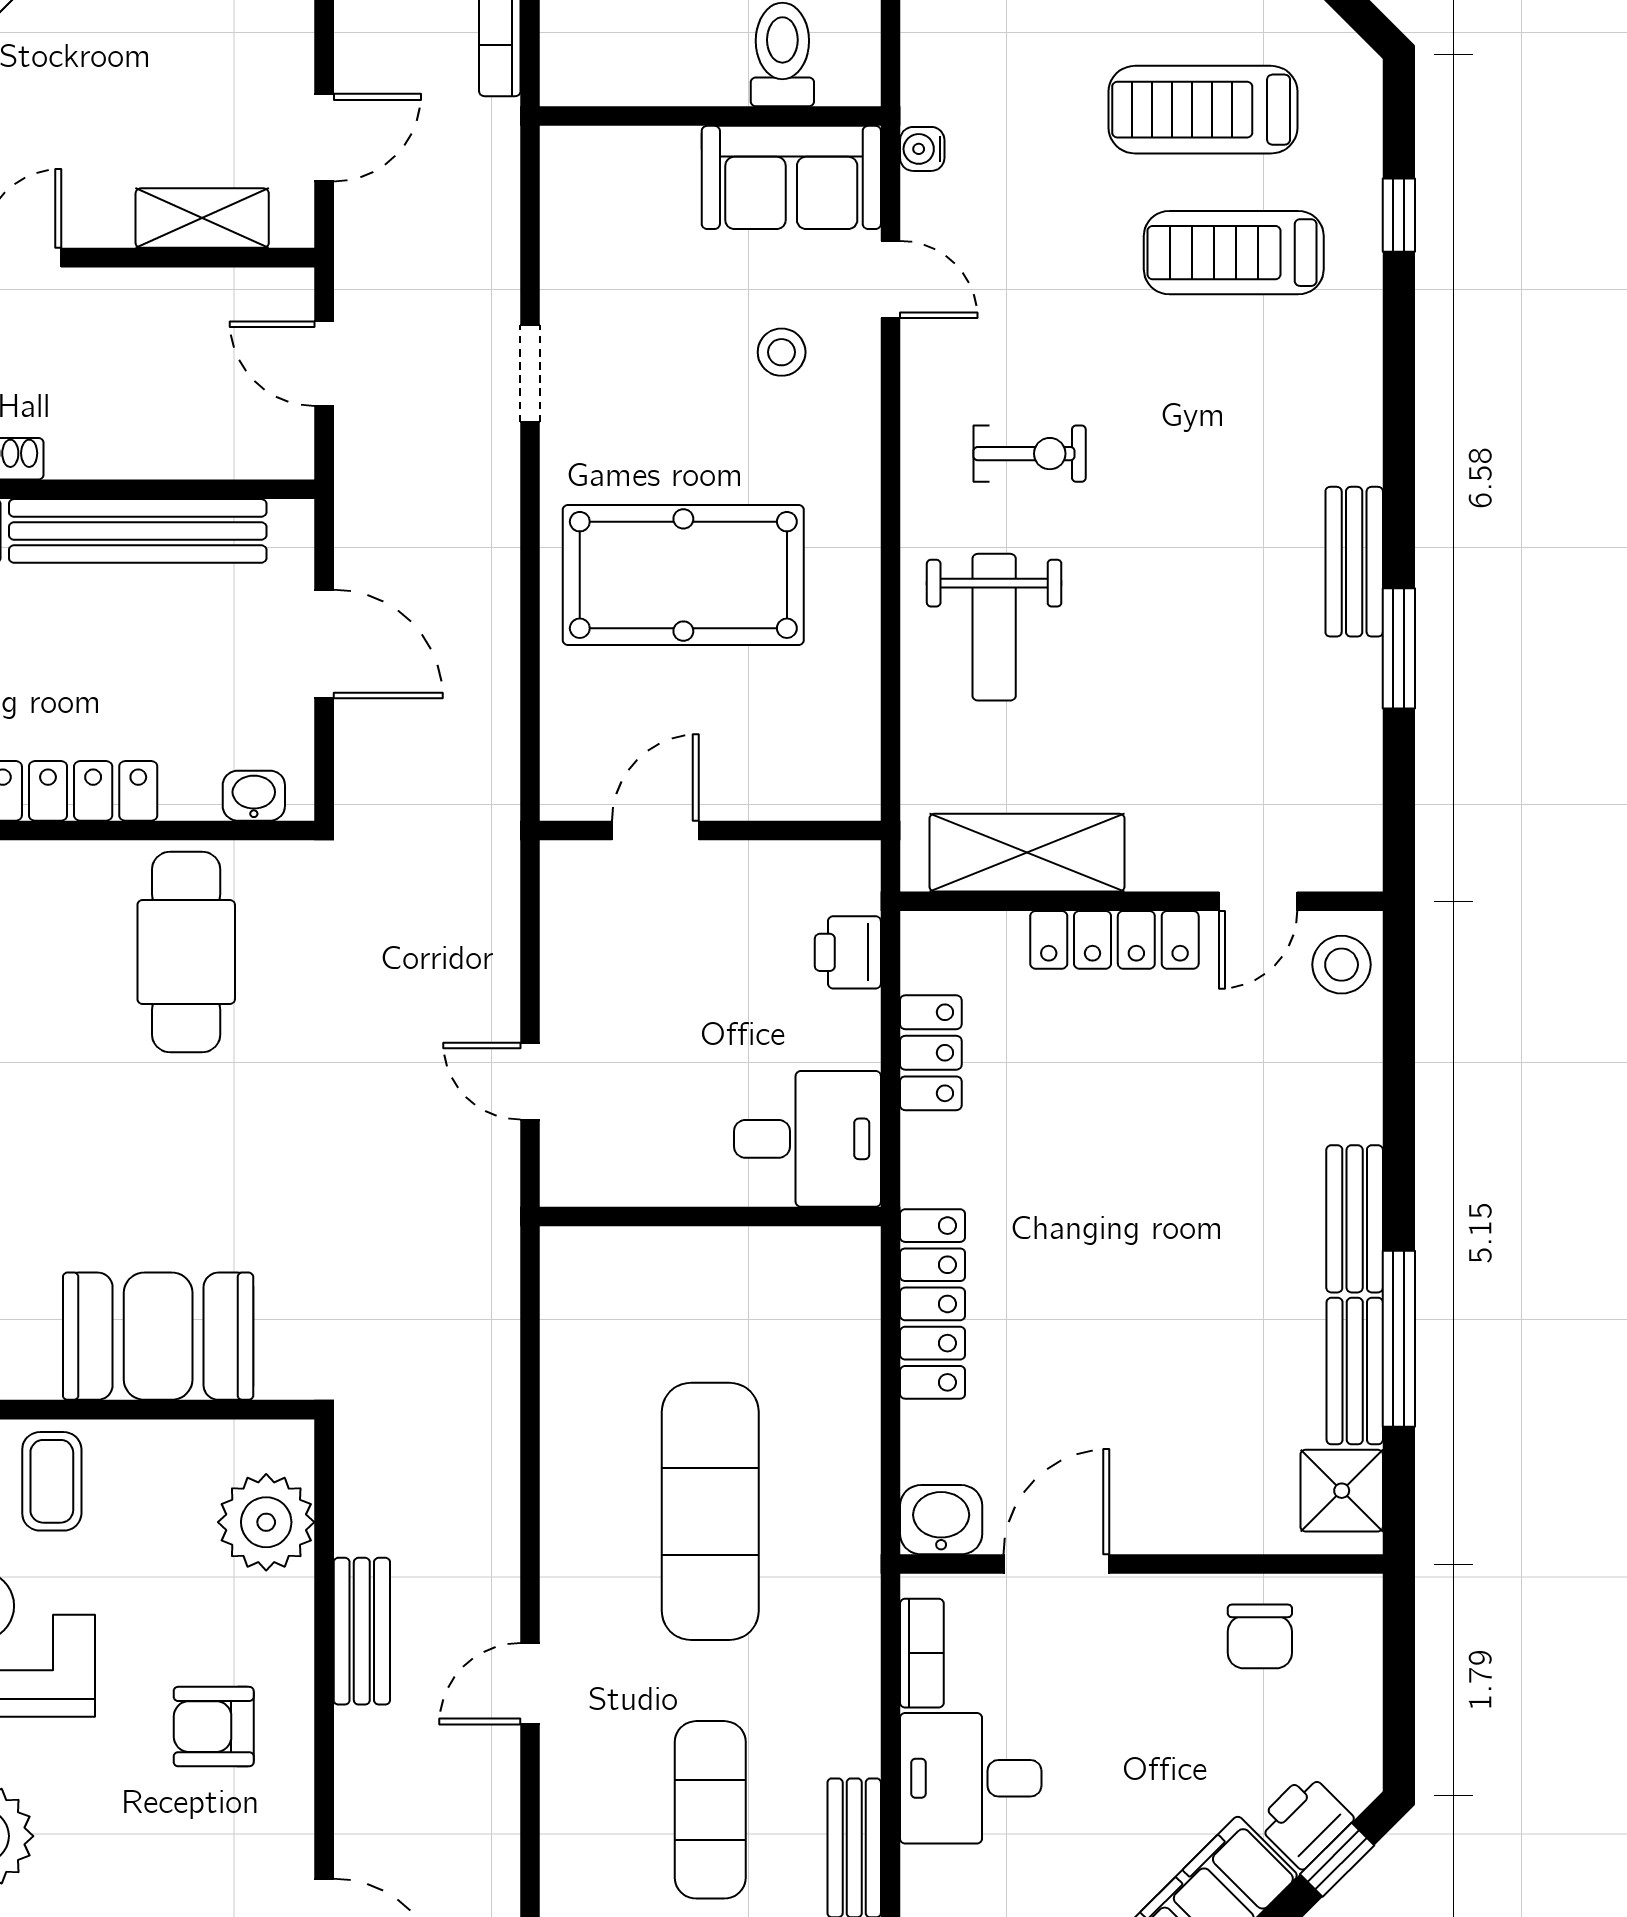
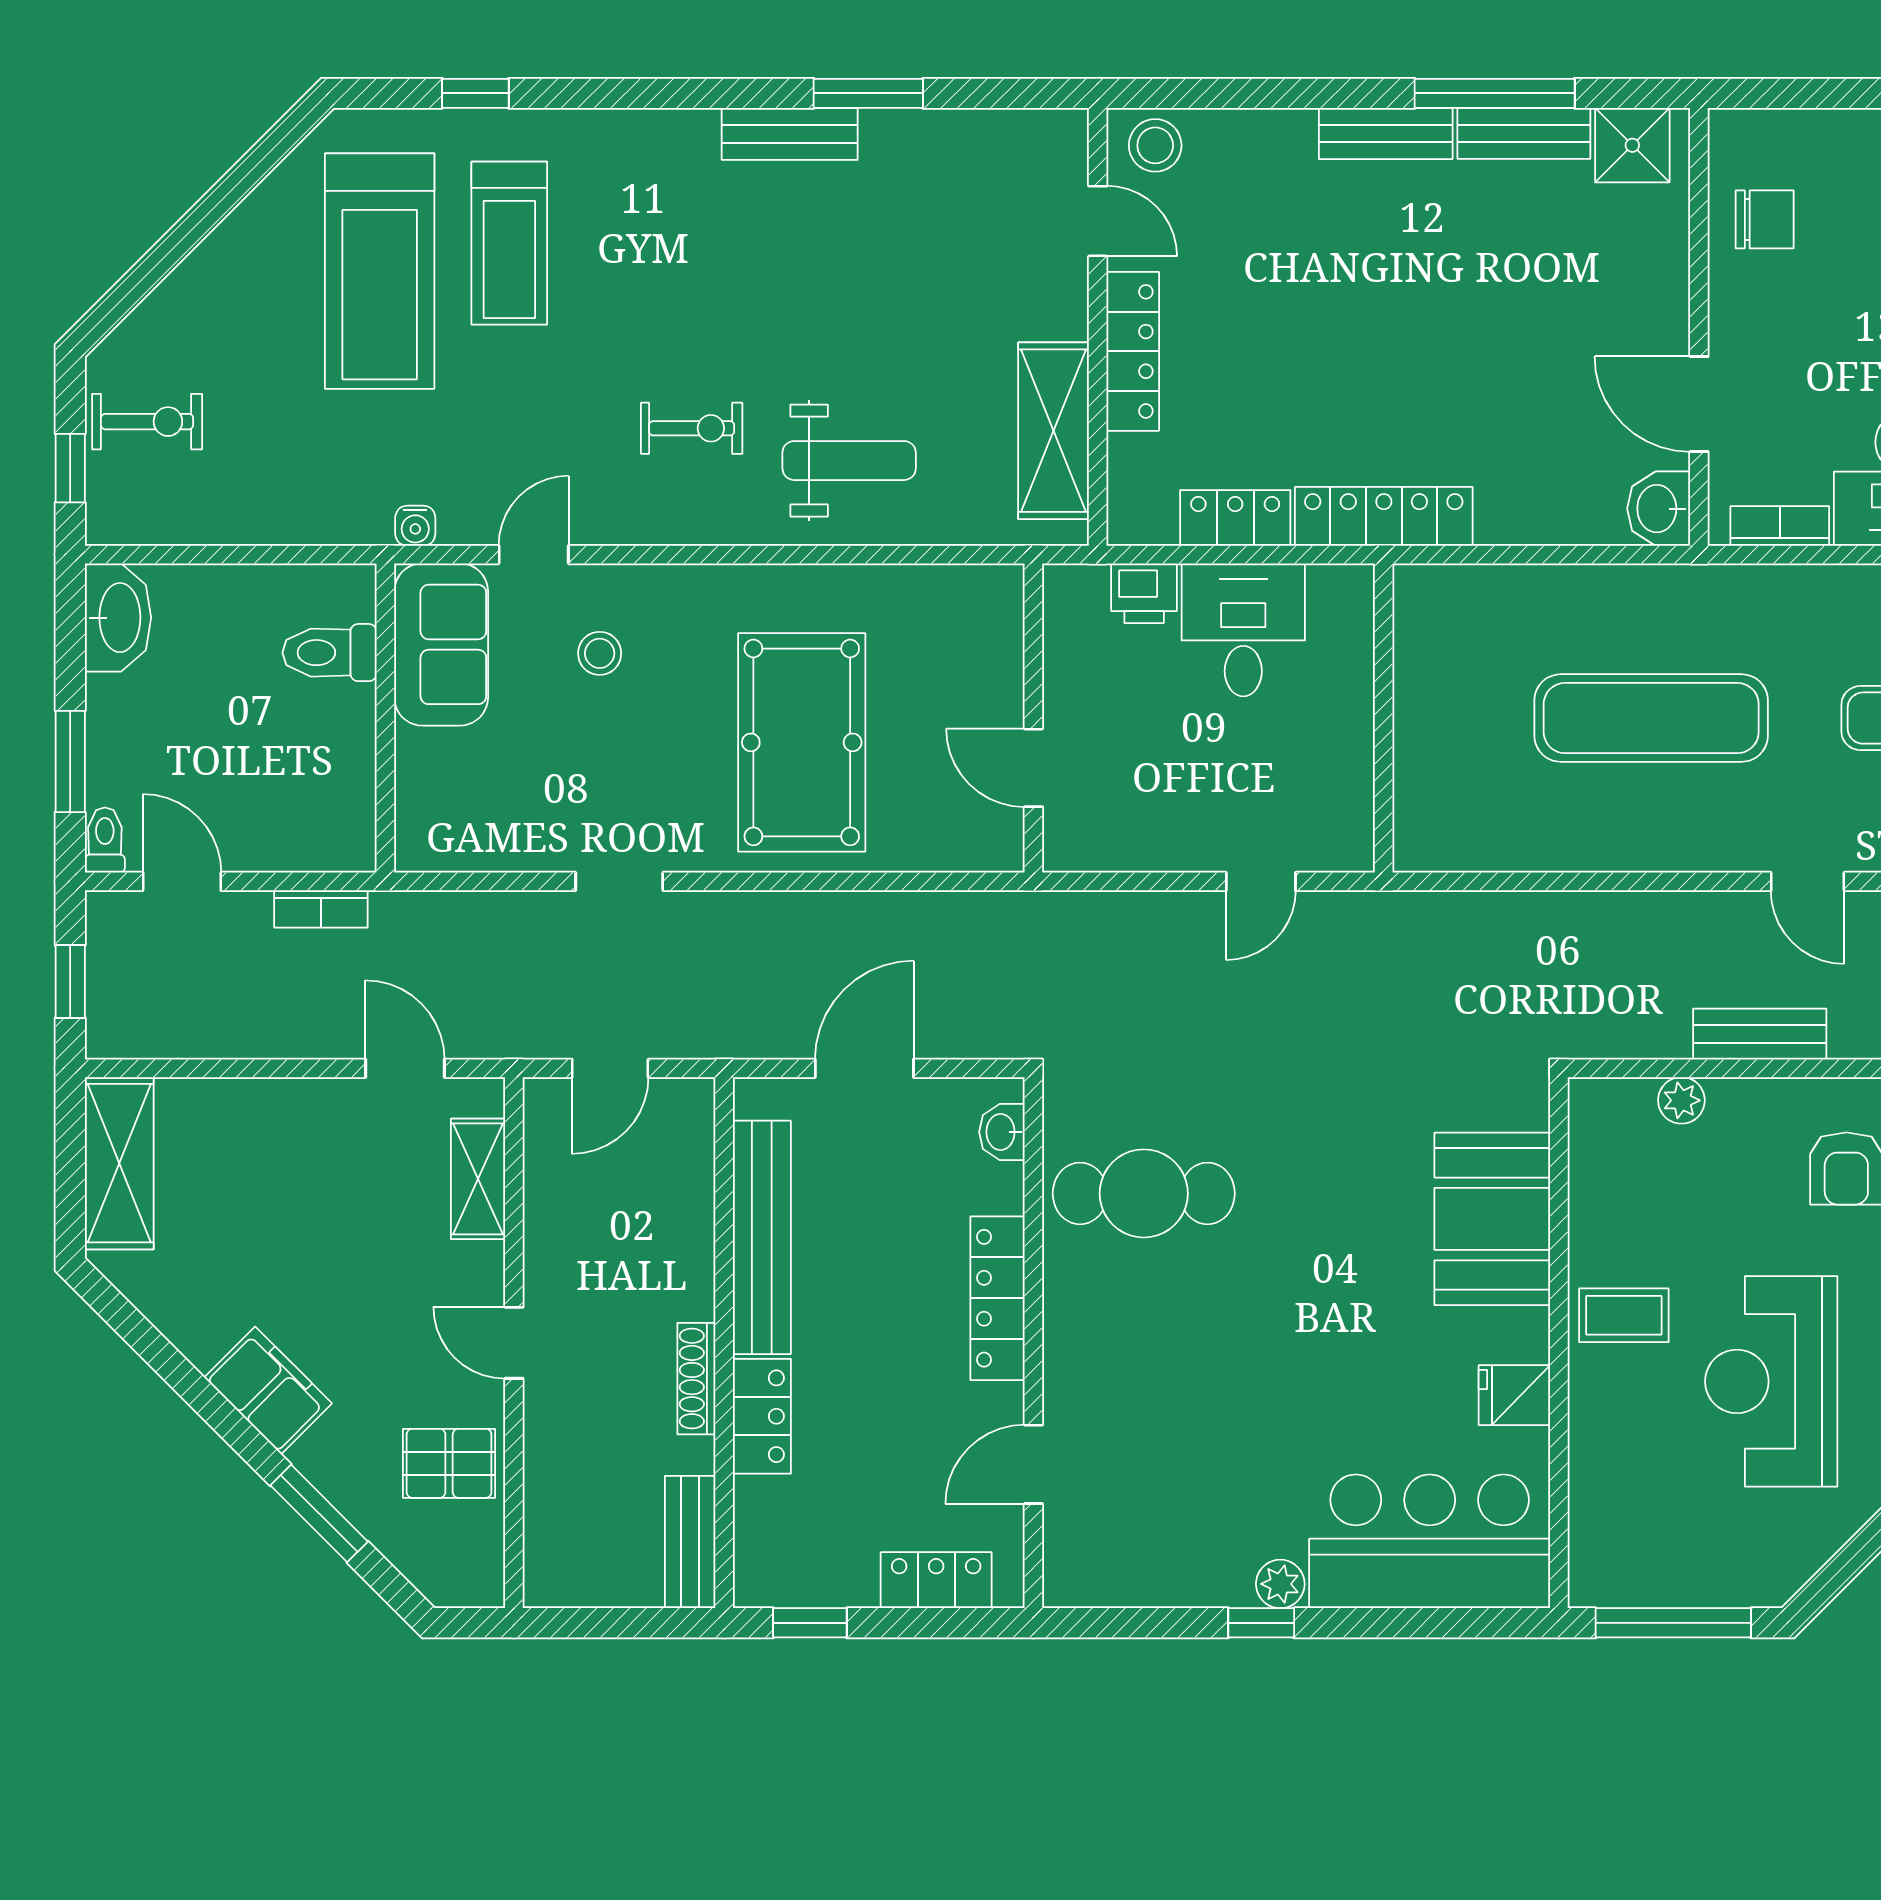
treadmill: (1203, 110) -> (380, 271), width x1.37, depth x1.38
exercise bike: (1030, 454) -> (692, 428), turned 90
desk: (807, 1139) -> (1243, 630), moved
locker: (933, 1304) -> (1384, 516), moved
plant: (266, 1522) -> (1681, 1100), width x0.53, depth x0.53

